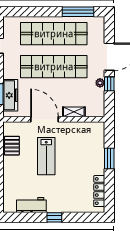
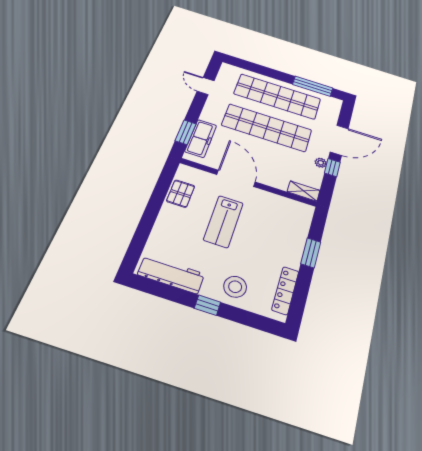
shelving: (74, 112) -> (303, 191), moved
stool: (67, 200) -> (235, 287), added
workbench: (31, 205) -> (171, 274), width x1.38

